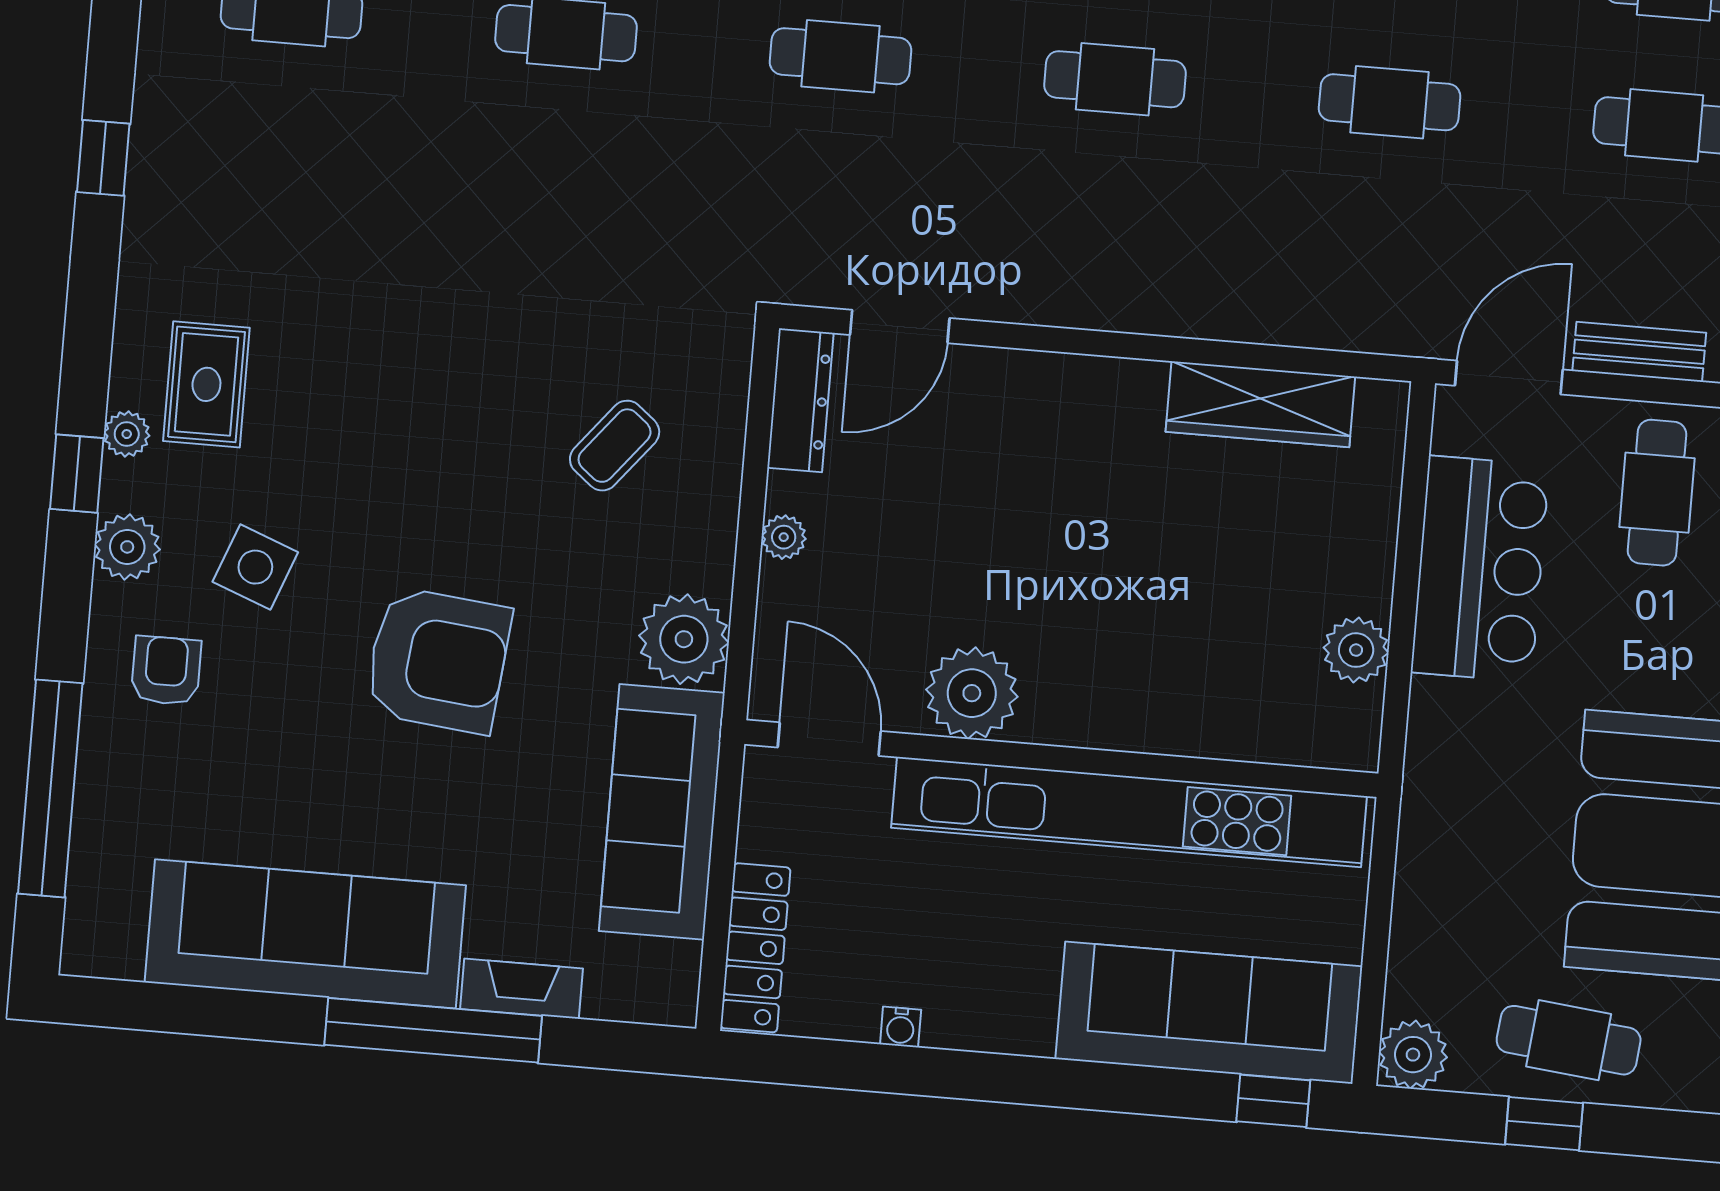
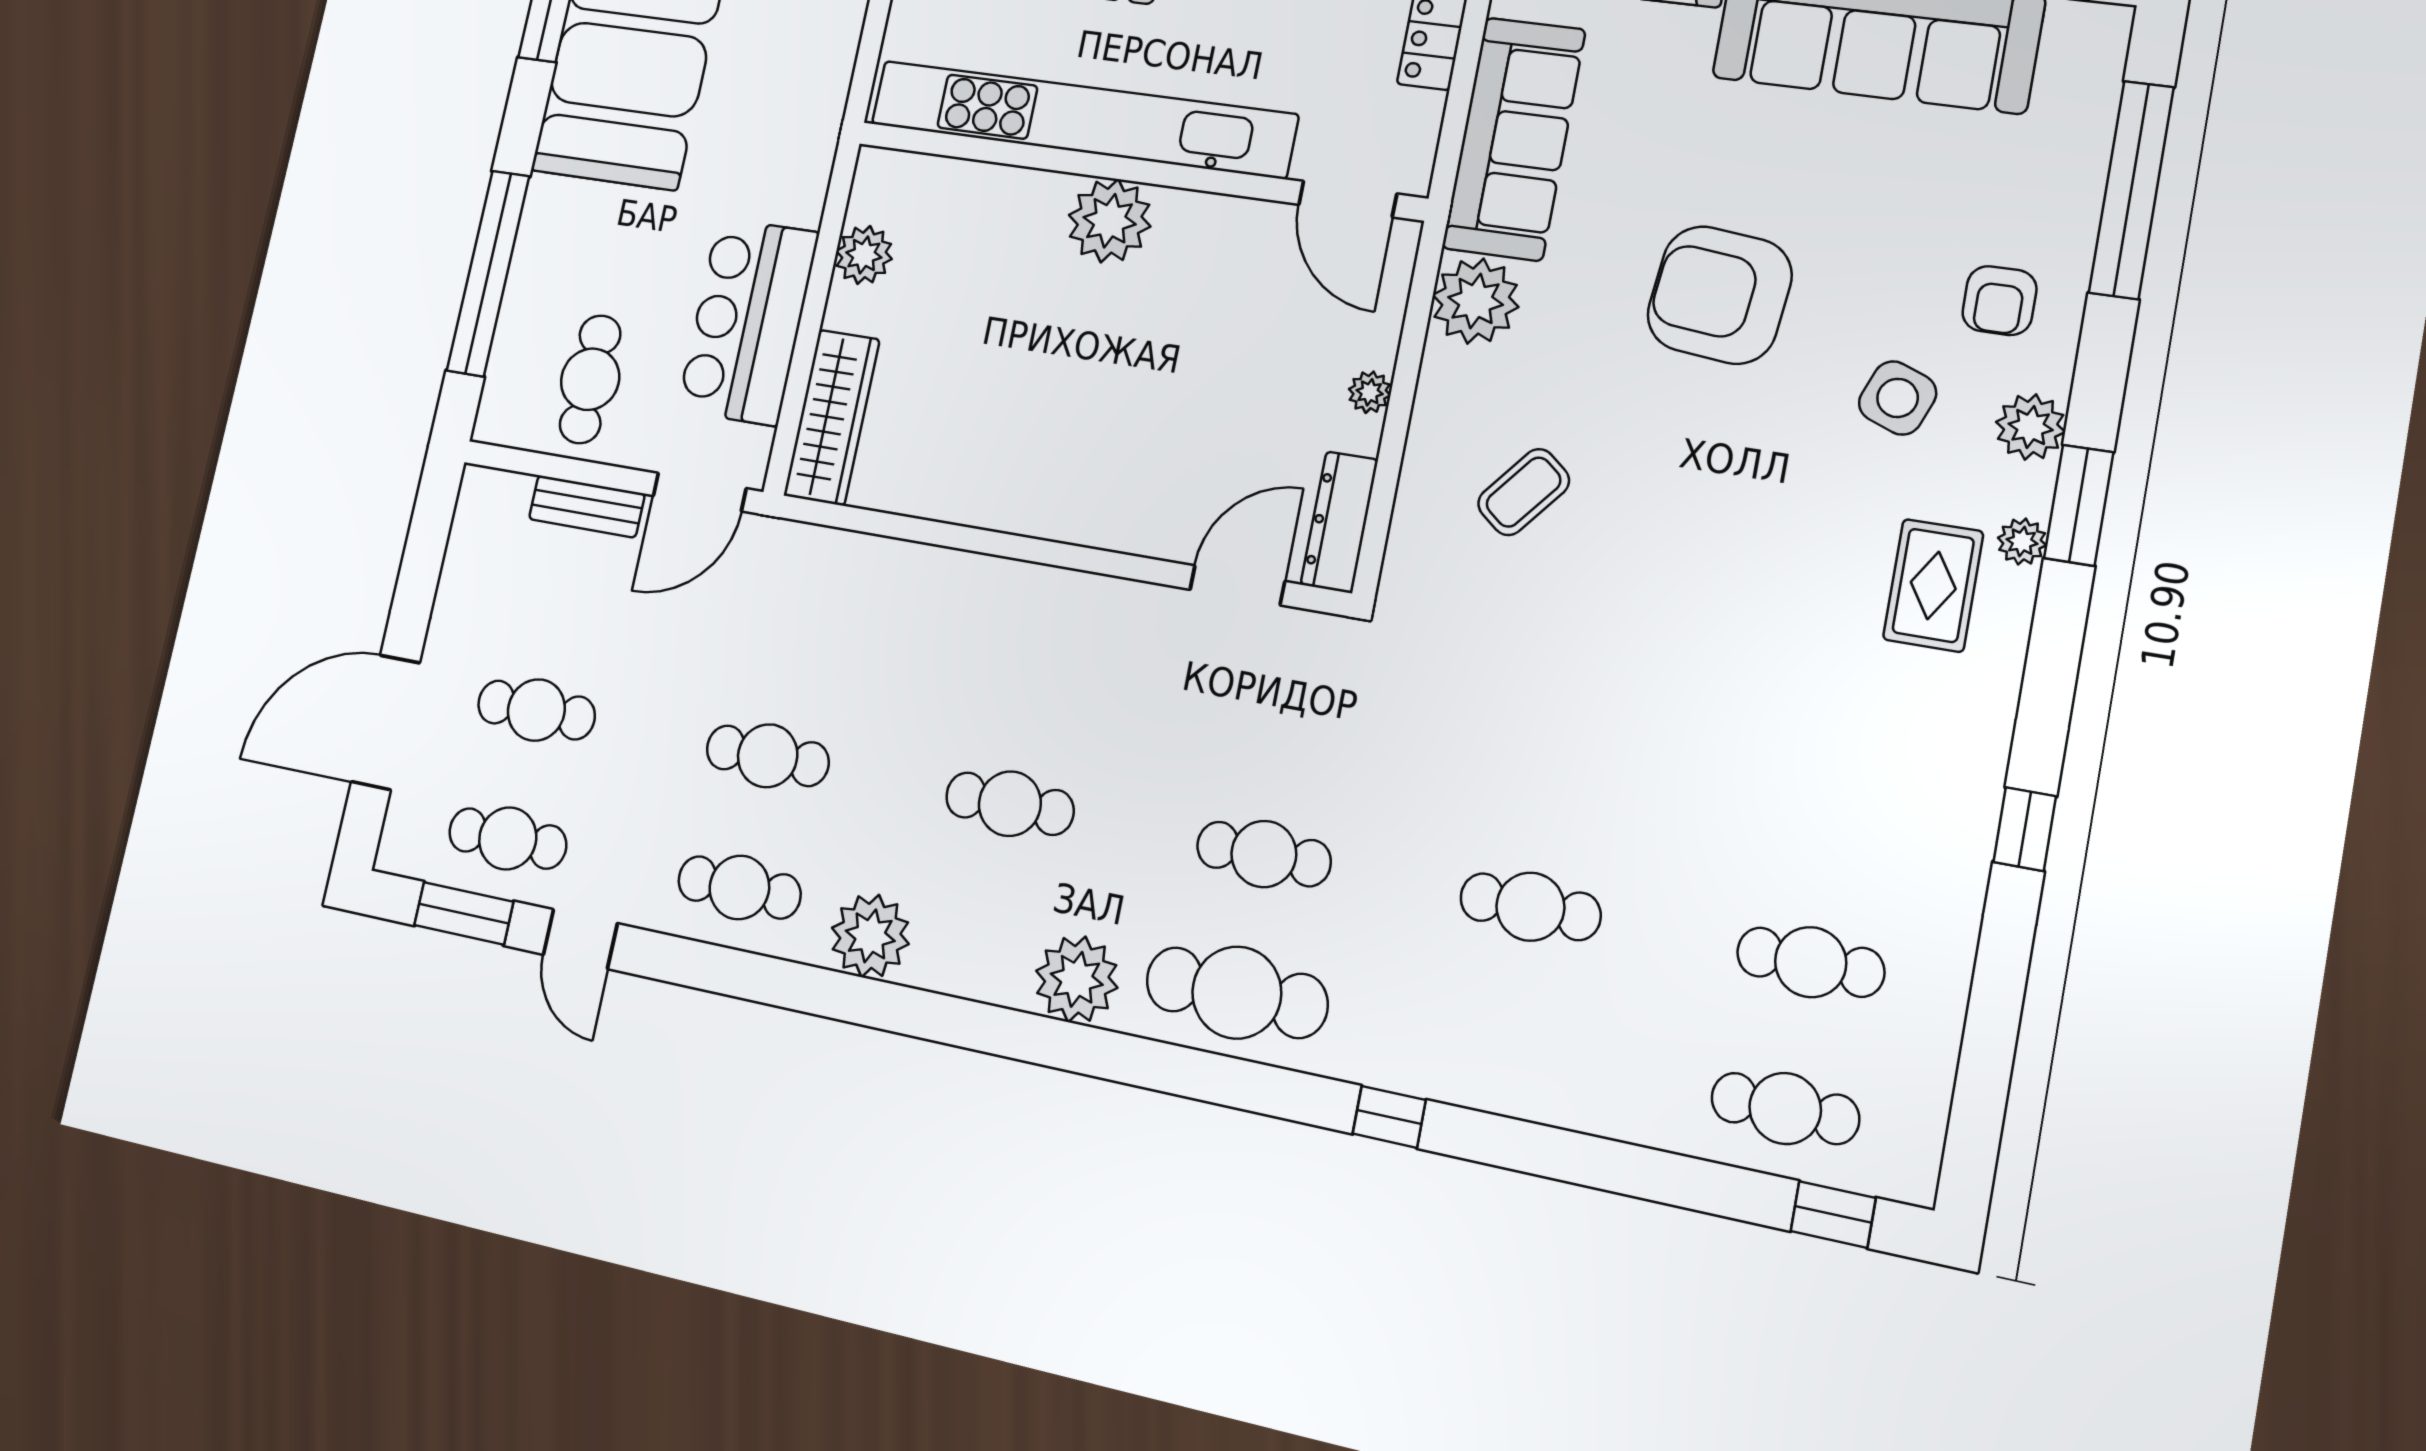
wardrobe: (1260, 404) -> (832, 417), moved, turned 90
window: (77, 474) -> (2079, 505), width x1.50
plant: (972, 693) -> (1110, 221), moved

